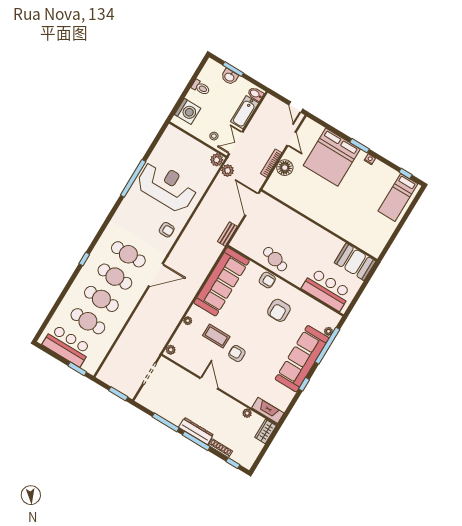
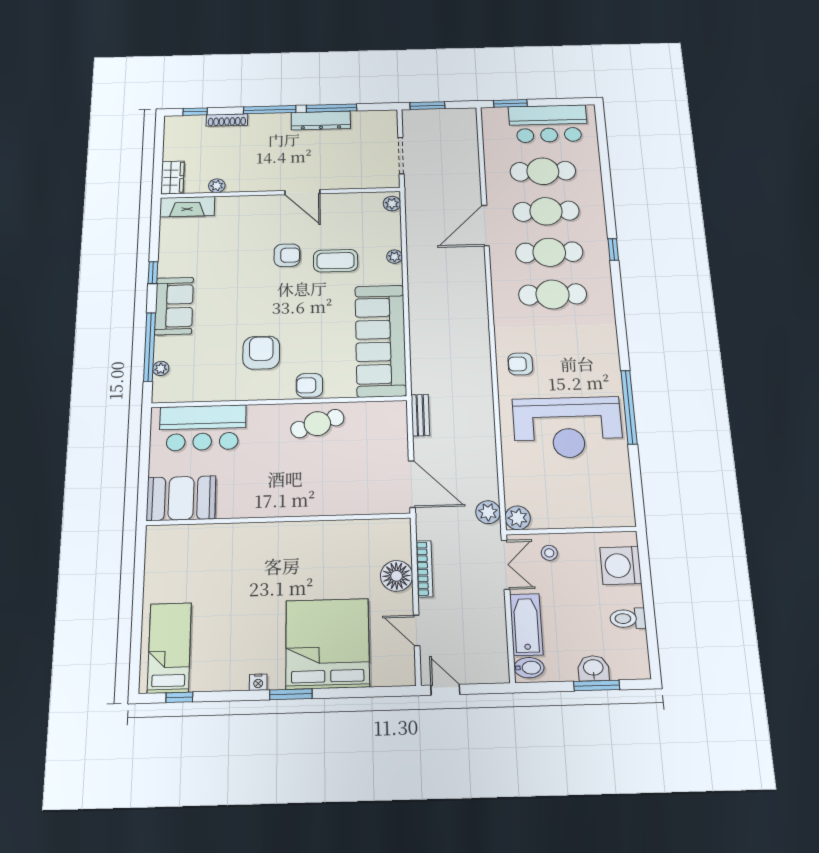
cafe table: (275, 259) -> (317, 424), turned -33
door: (156, 275) -> (485, 225), moved
sofa: (302, 359) -> (174, 306), width x0.54, depth x0.79
dresser: (196, 431) -> (321, 120), moved

